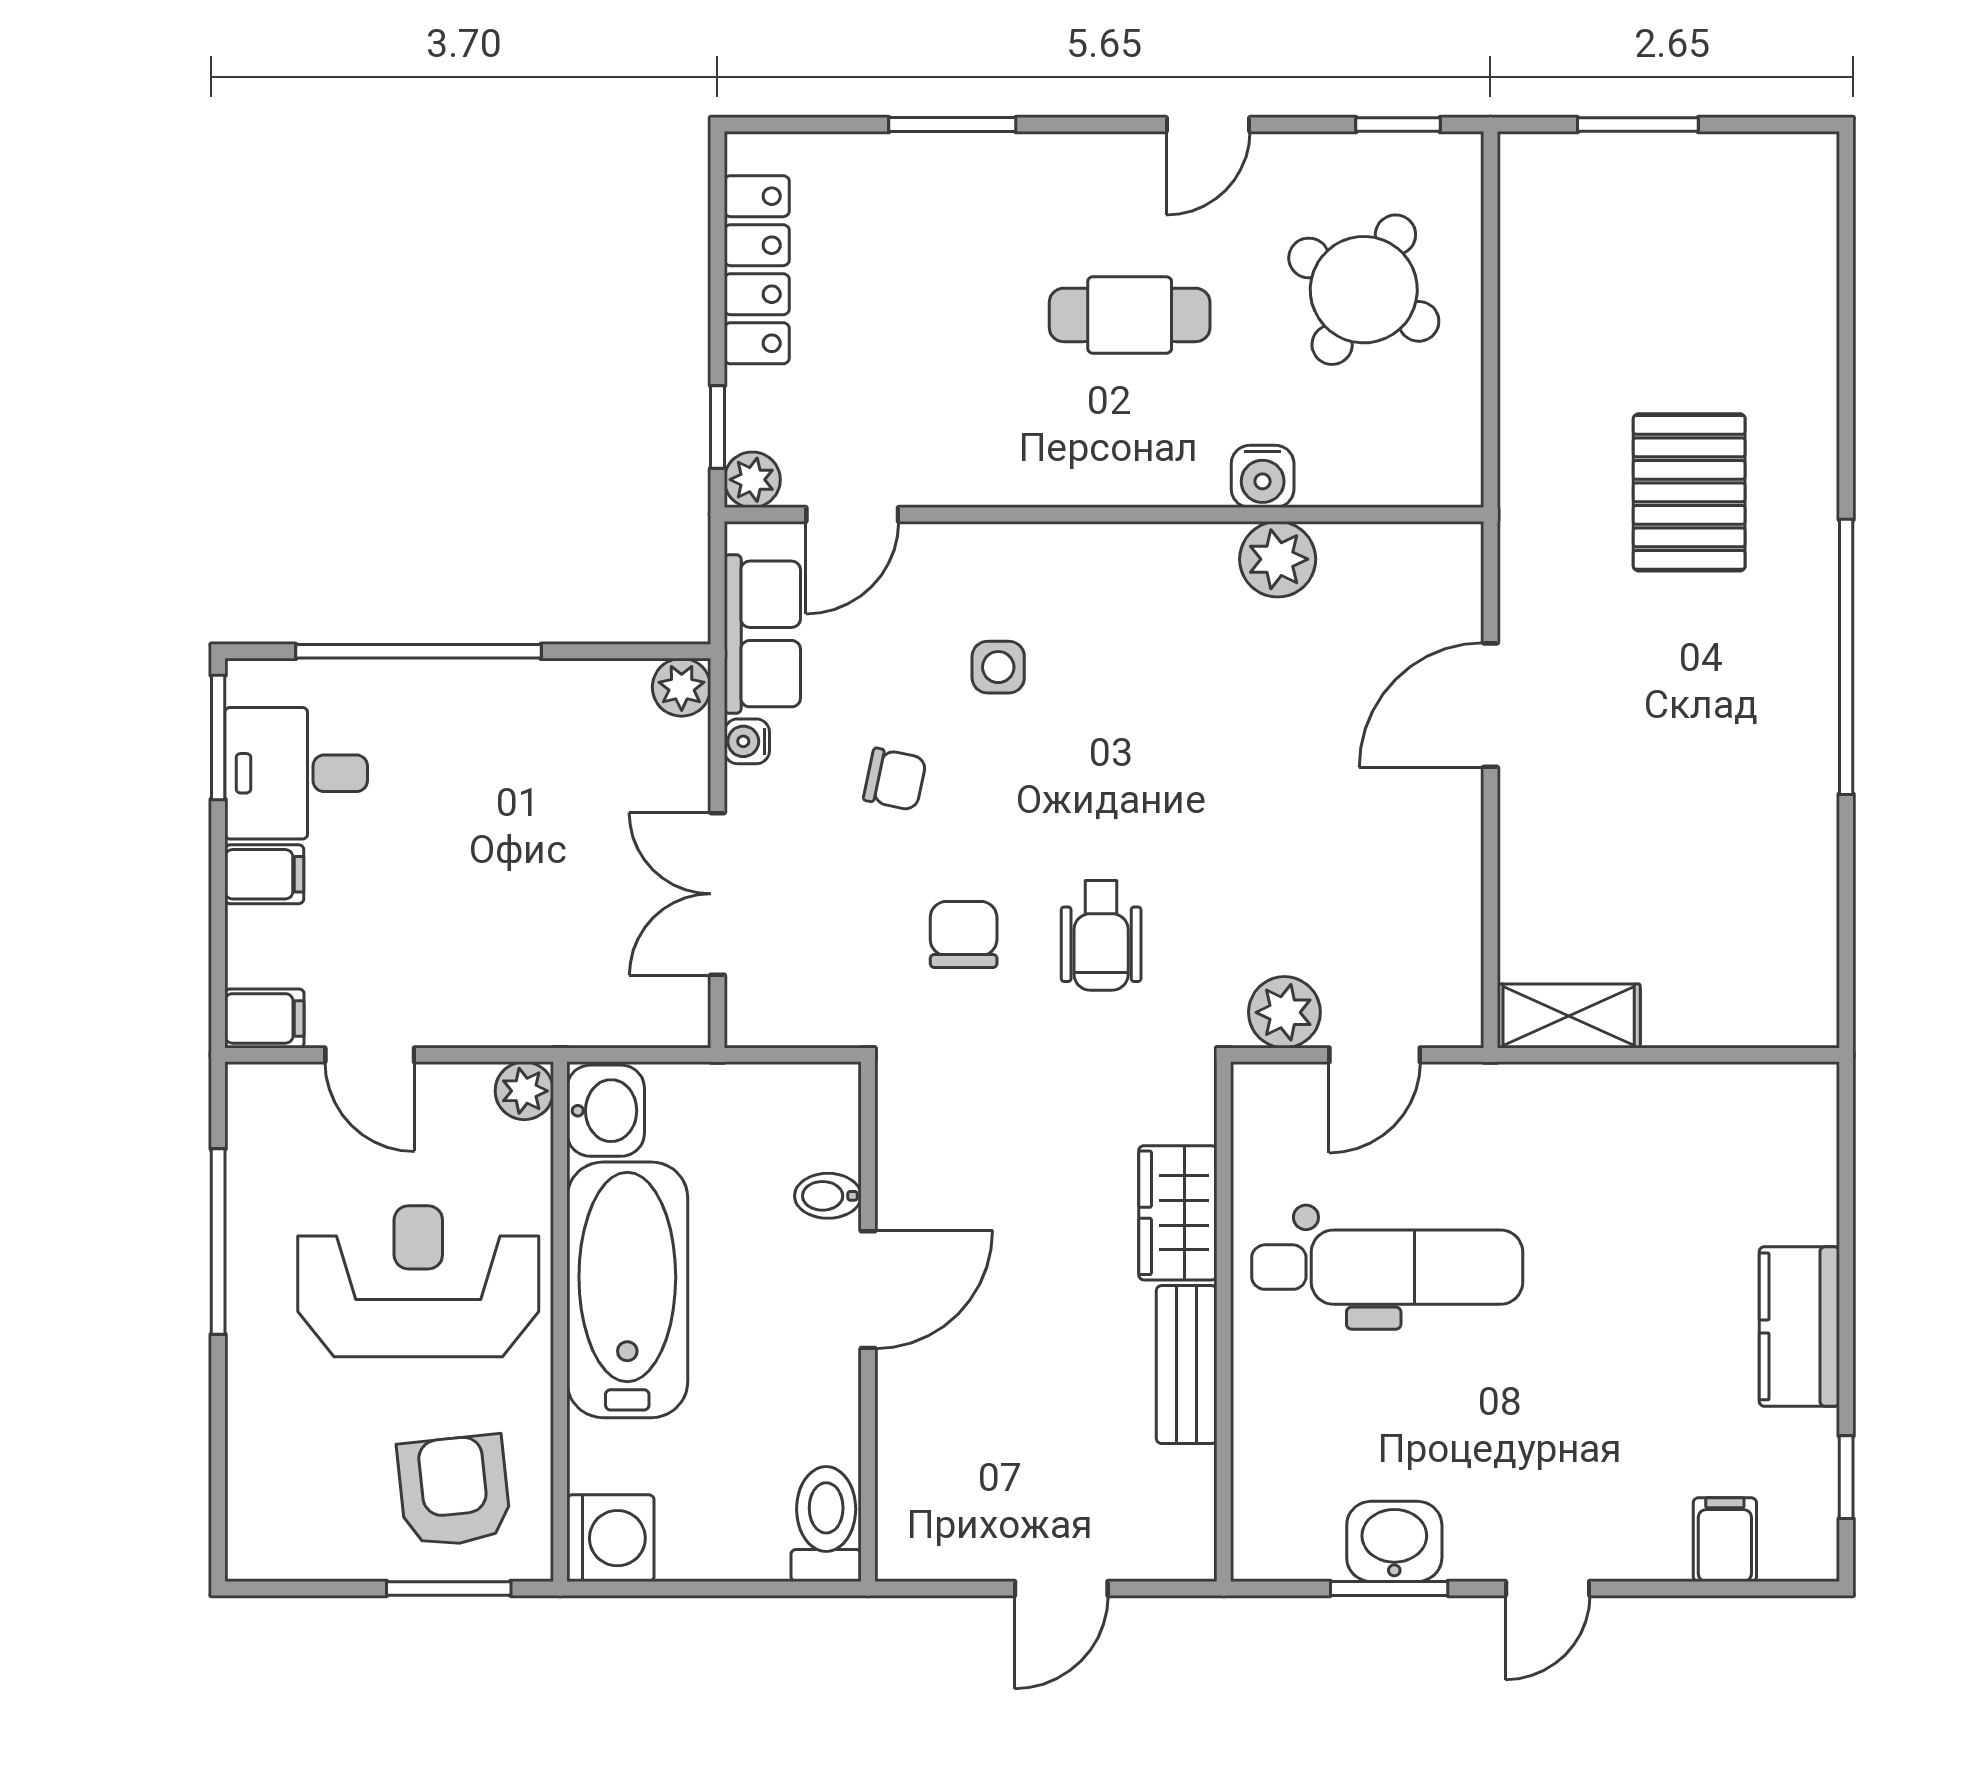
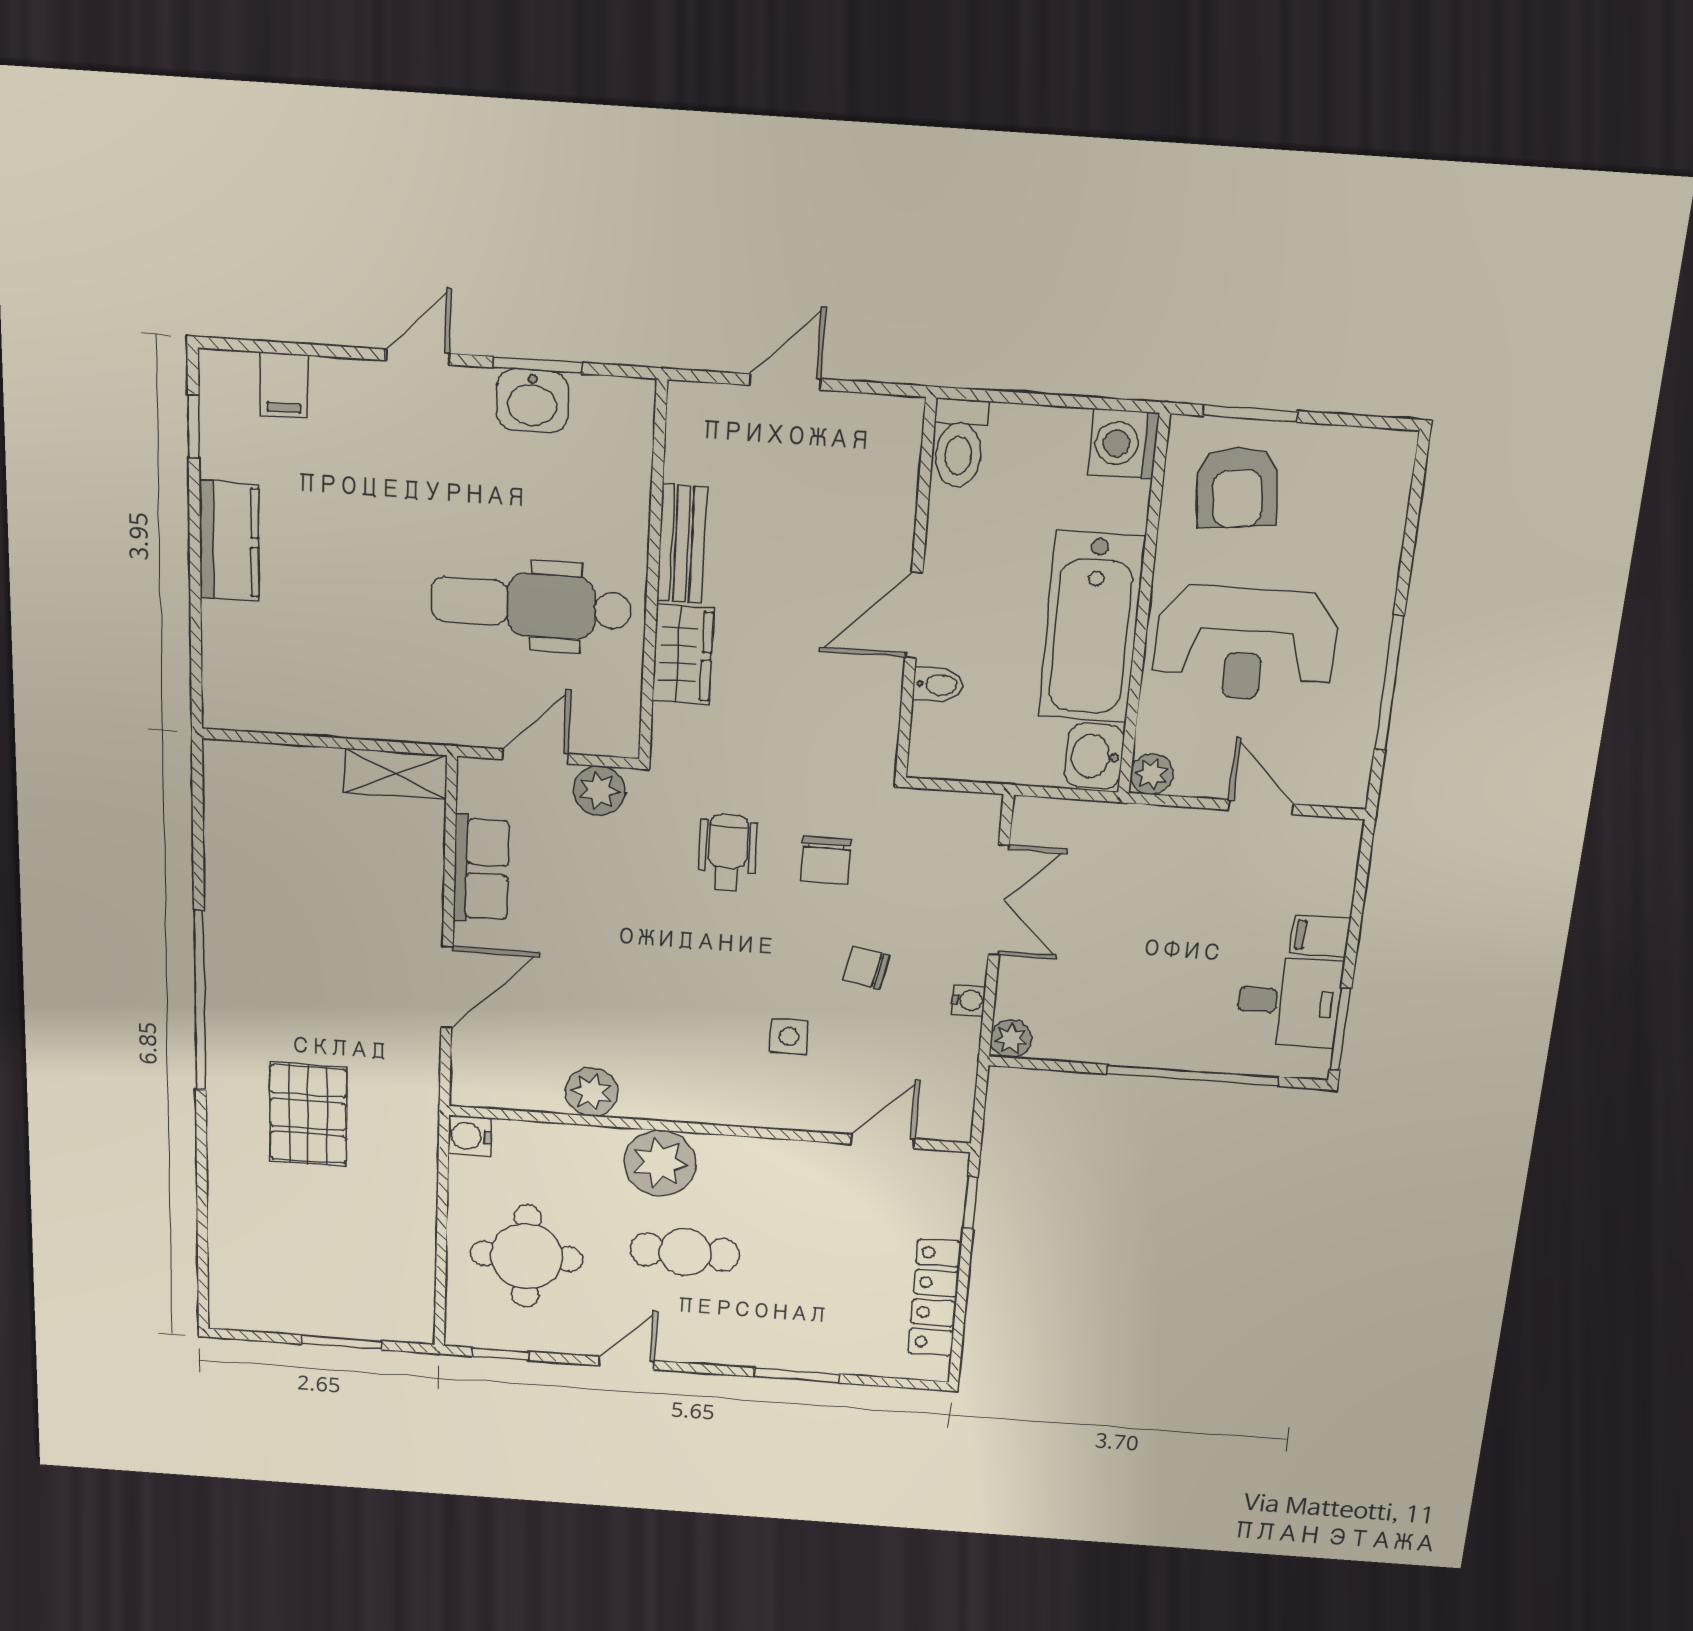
round table: (1364, 290) -> (527, 1256), turned -30
water cooler: (1263, 476) -> (470, 1136), moved, turned -90
plant: (752, 480) -> (660, 1163), moved, width x1.87, depth x1.87
row of seats: (762, 634) -> (481, 869), moved, turned 180
filing cabinet: (264, 1018) -> (1334, 838), removed

